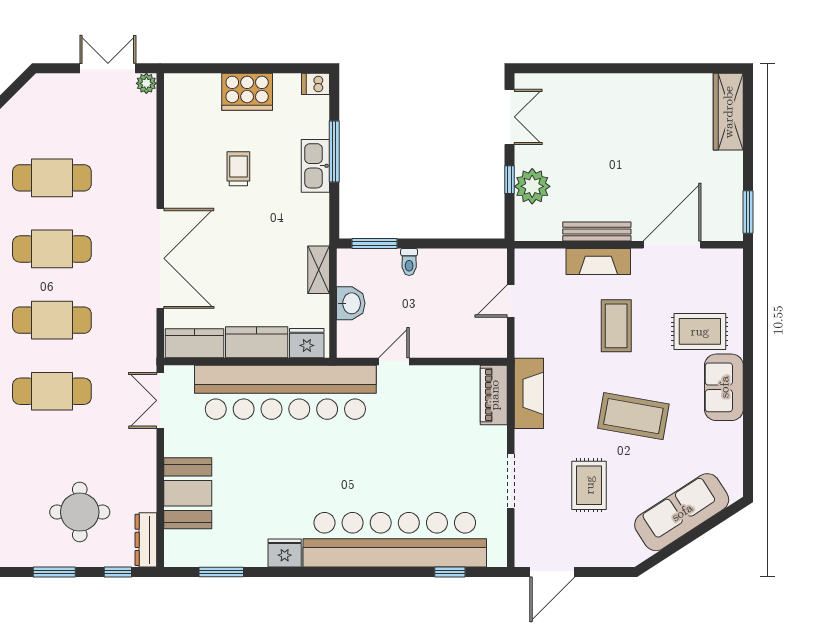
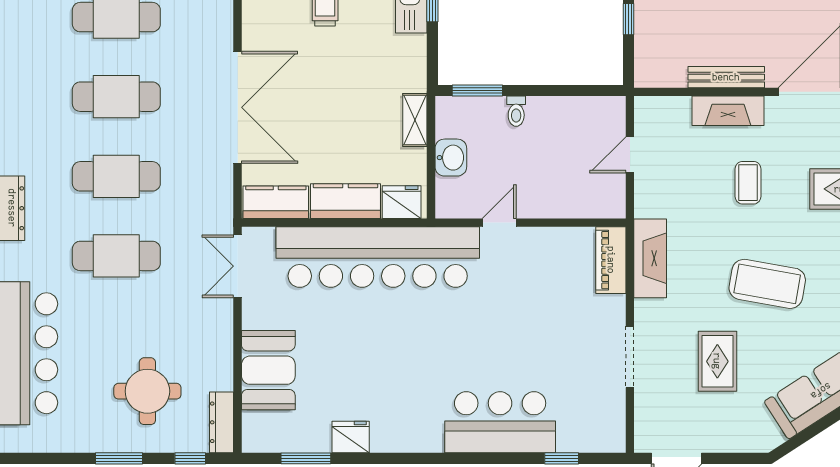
plant: (532, 186) -> (654, 27), removed
coffee table: (616, 326) -> (748, 183), width x0.73, depth x0.77
bar counter: (395, 540) -> (500, 422), width x0.54
fridge: (285, 553) -> (351, 437), moved

